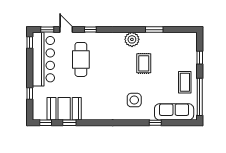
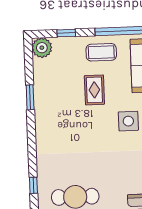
plant: (132, 39) -> (42, 48), moved
rug: (144, 63) -> (94, 90), moved, turned 90

